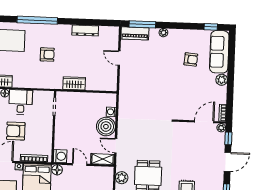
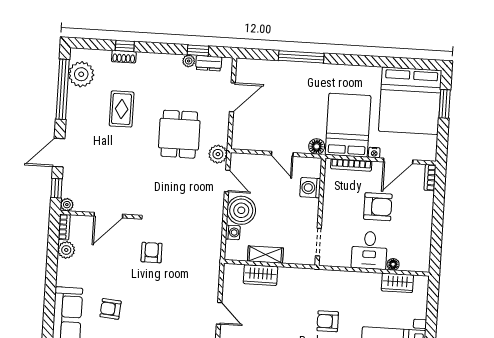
plant: (222, 80) -> (66, 250), moved
wardrobe: (74, 83) -> (260, 275), moved
armchair: (165, 97) -> (152, 253), added
door: (204, 122) -> (108, 215), moved
washing machine: (60, 156) -> (310, 188), moved
shelving: (103, 159) -> (265, 255), moved
plant: (122, 178) -> (218, 154), moved

